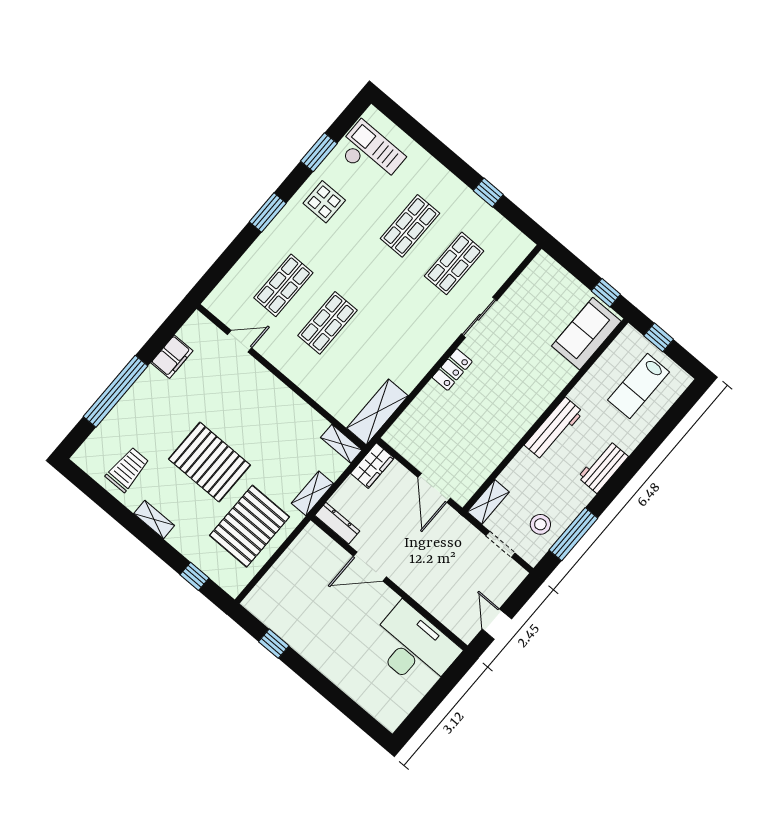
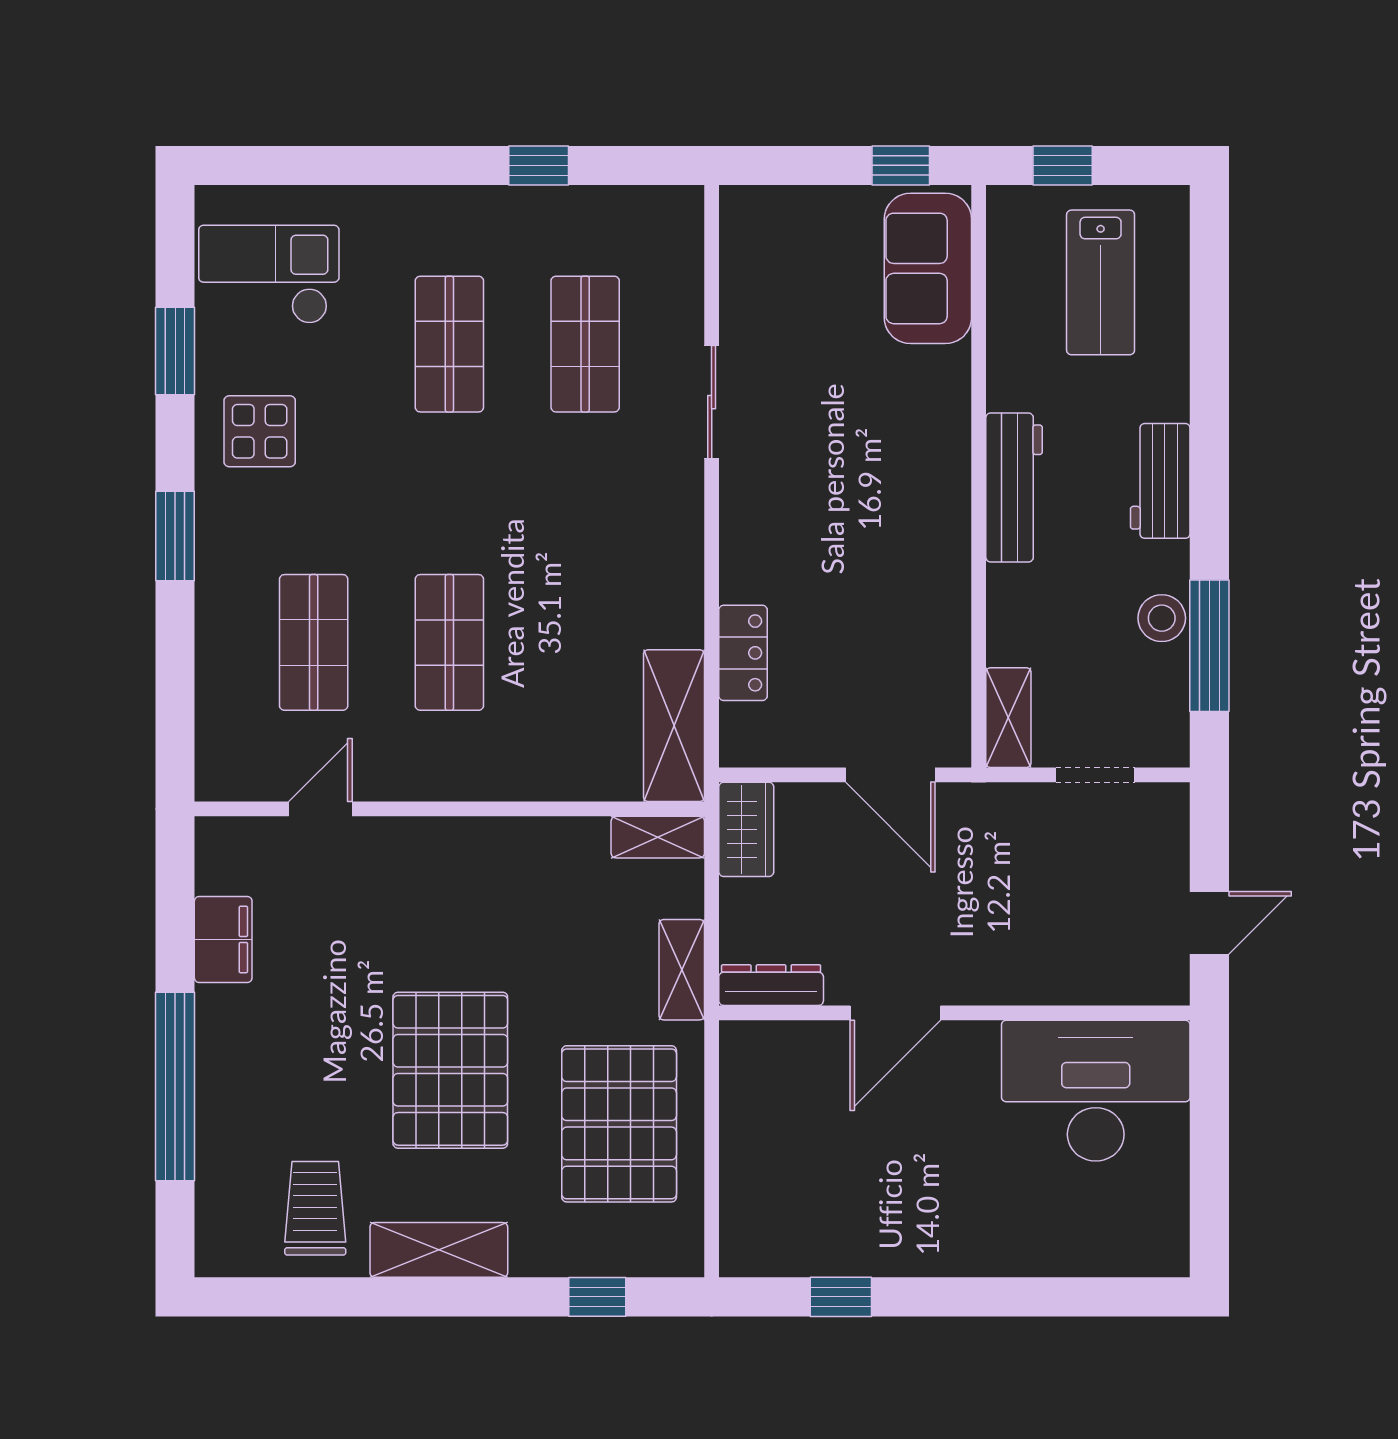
locker: (452, 370) -> (743, 653), moved
pallet: (209, 462) -> (450, 1070), turned 90
shelving: (154, 520) -> (439, 1250), width x1.50, depth x1.33
stool: (540, 524) -> (1162, 618), moved
door: (497, 624) -> (1209, 923), swing flipped

